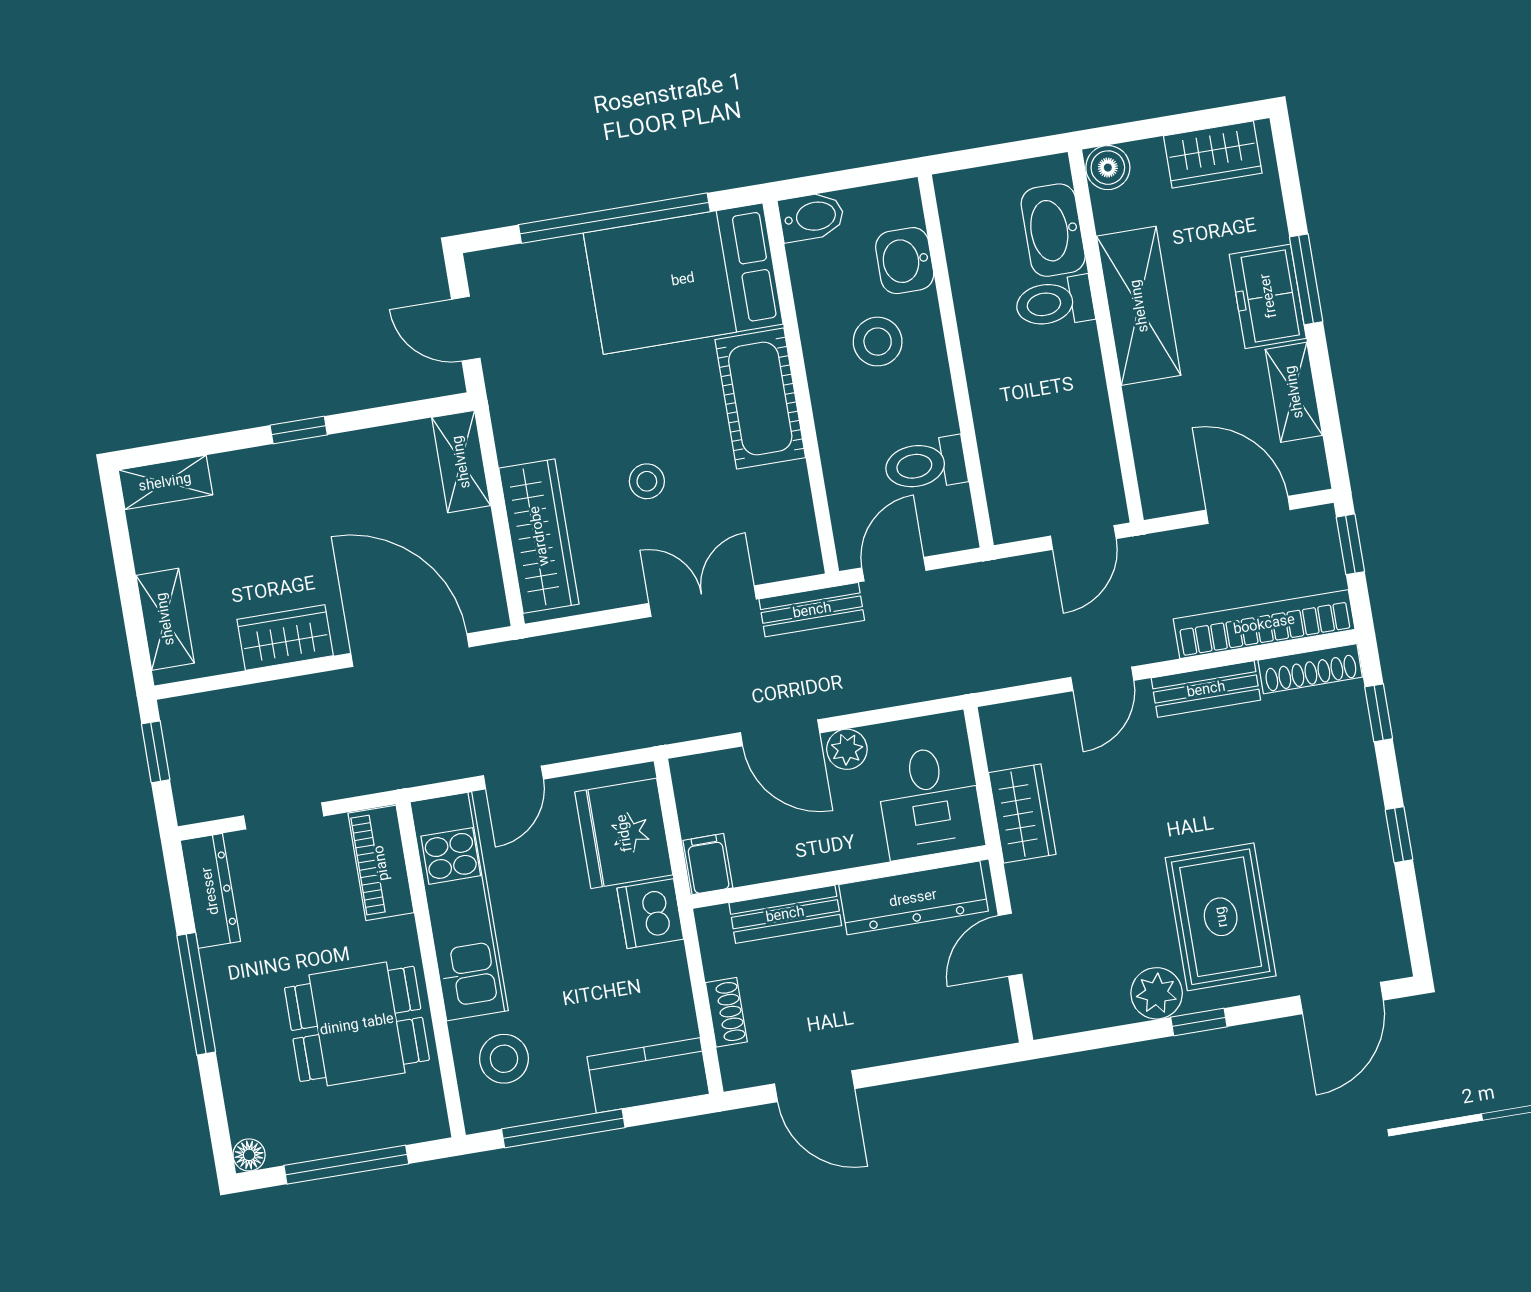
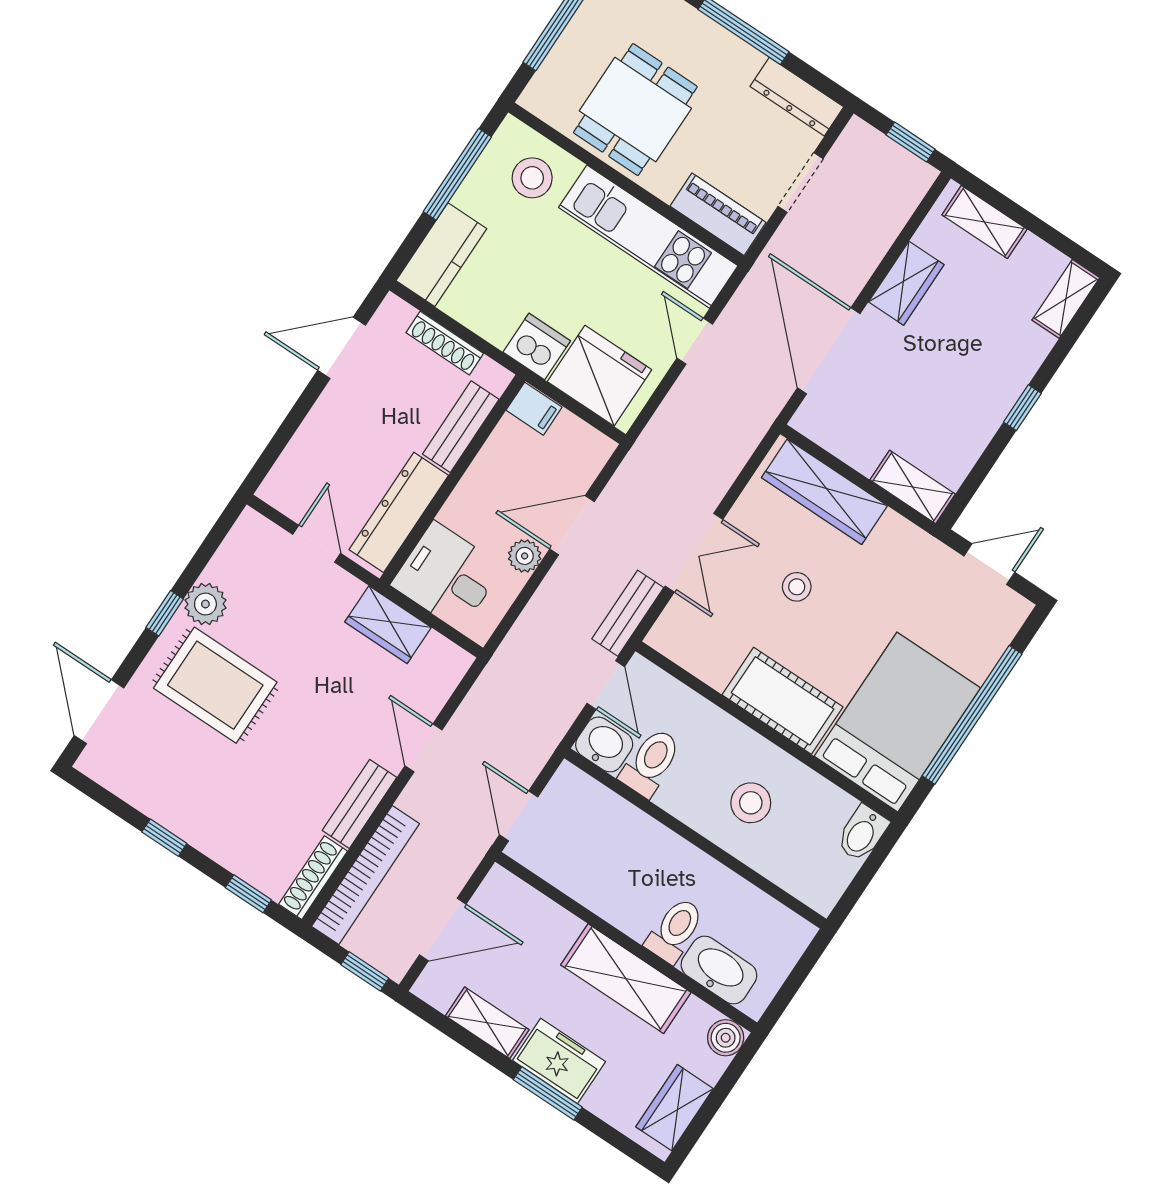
washbasin: (905, 261) -> (604, 744), moved
door: (410, 650) -> (829, 351), swing flipped
shoe rack: (726, 1012) -> (445, 343), width x1.43

